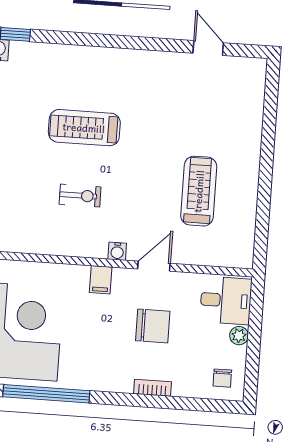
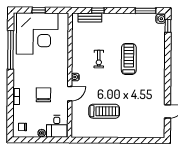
door: (154, 266) -> (70, 94), hinge flipped
filing cabinet: (101, 280) -> (62, 71), removed
chair: (153, 326) -> (43, 95), turned 180

